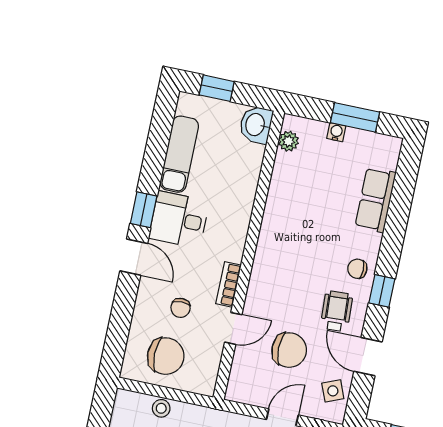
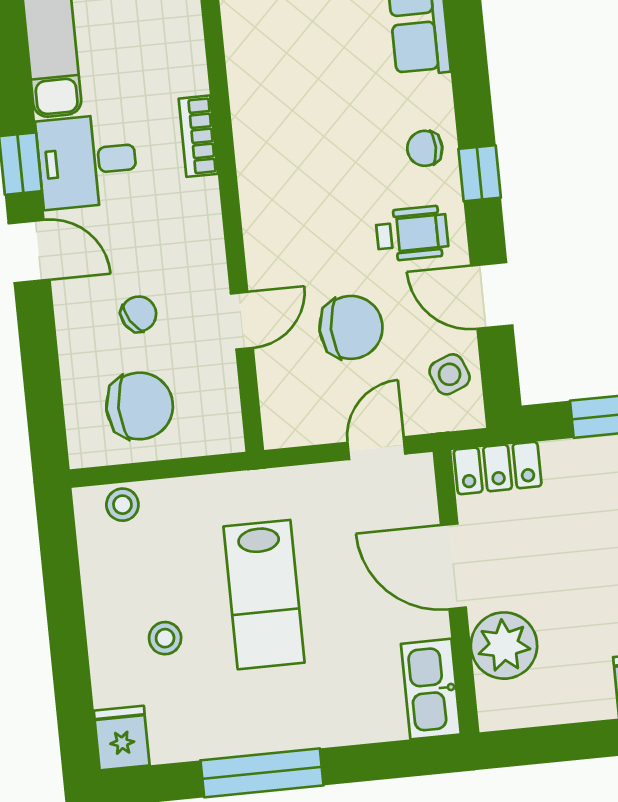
bookcase: (229, 284) -> (198, 136), moved
chair: (181, 308) -> (139, 314), turned -122
wheelchair: (337, 311) -> (412, 234), turned 93
stool: (161, 408) -> (122, 505), moved

